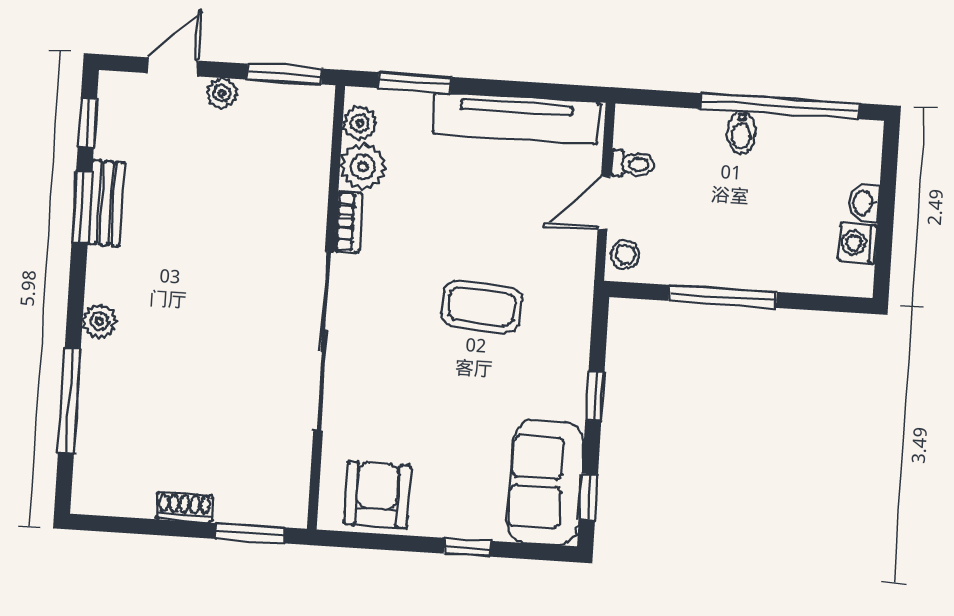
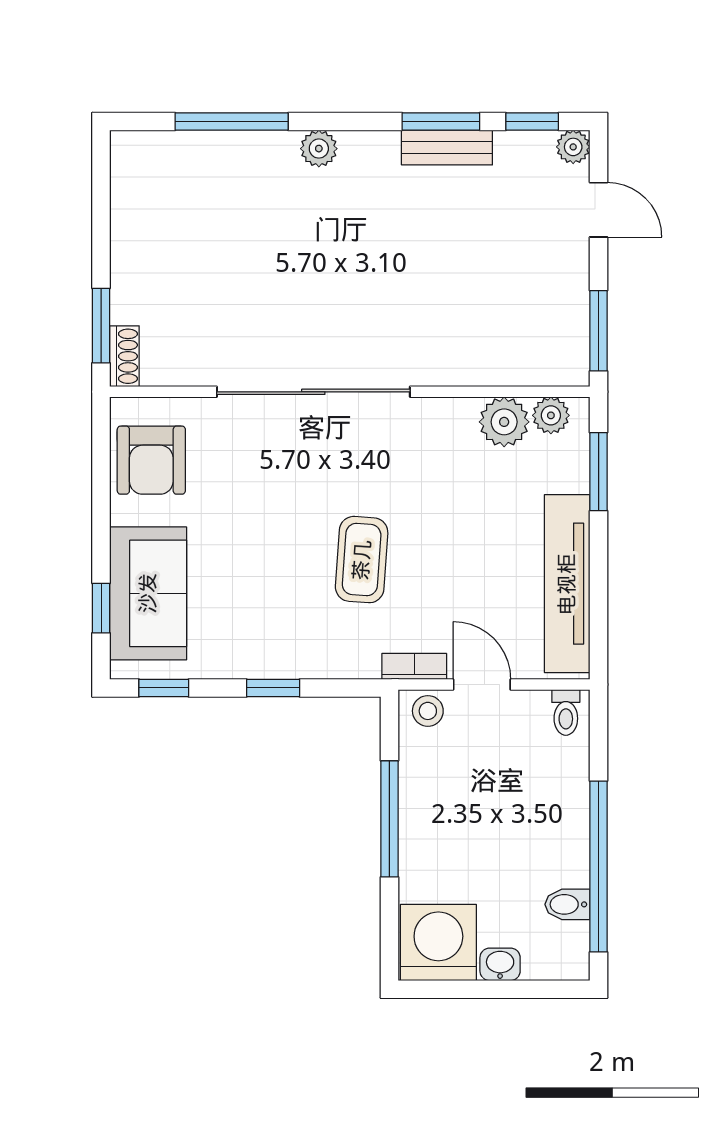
plant: (222, 94) -> (573, 147), moved
bidet: (741, 133) -> (567, 904), moved
toilet: (633, 164) -> (566, 712), moved
bookcase: (348, 222) -> (414, 666), moved, turned 180
washing machine: (857, 243) -> (438, 942), width x1.89, depth x1.89
sofa: (546, 483) -> (148, 593), moved, turned 90
armchair: (377, 495) -> (151, 460), turned 90
shoe rack: (184, 507) -> (124, 356), moved
window: (467, 547) -> (101, 608), moved

